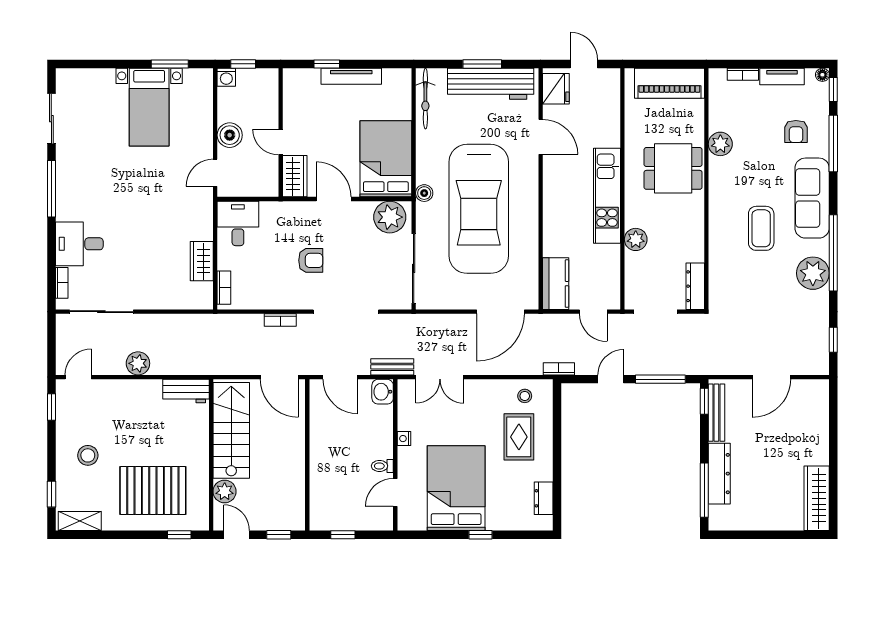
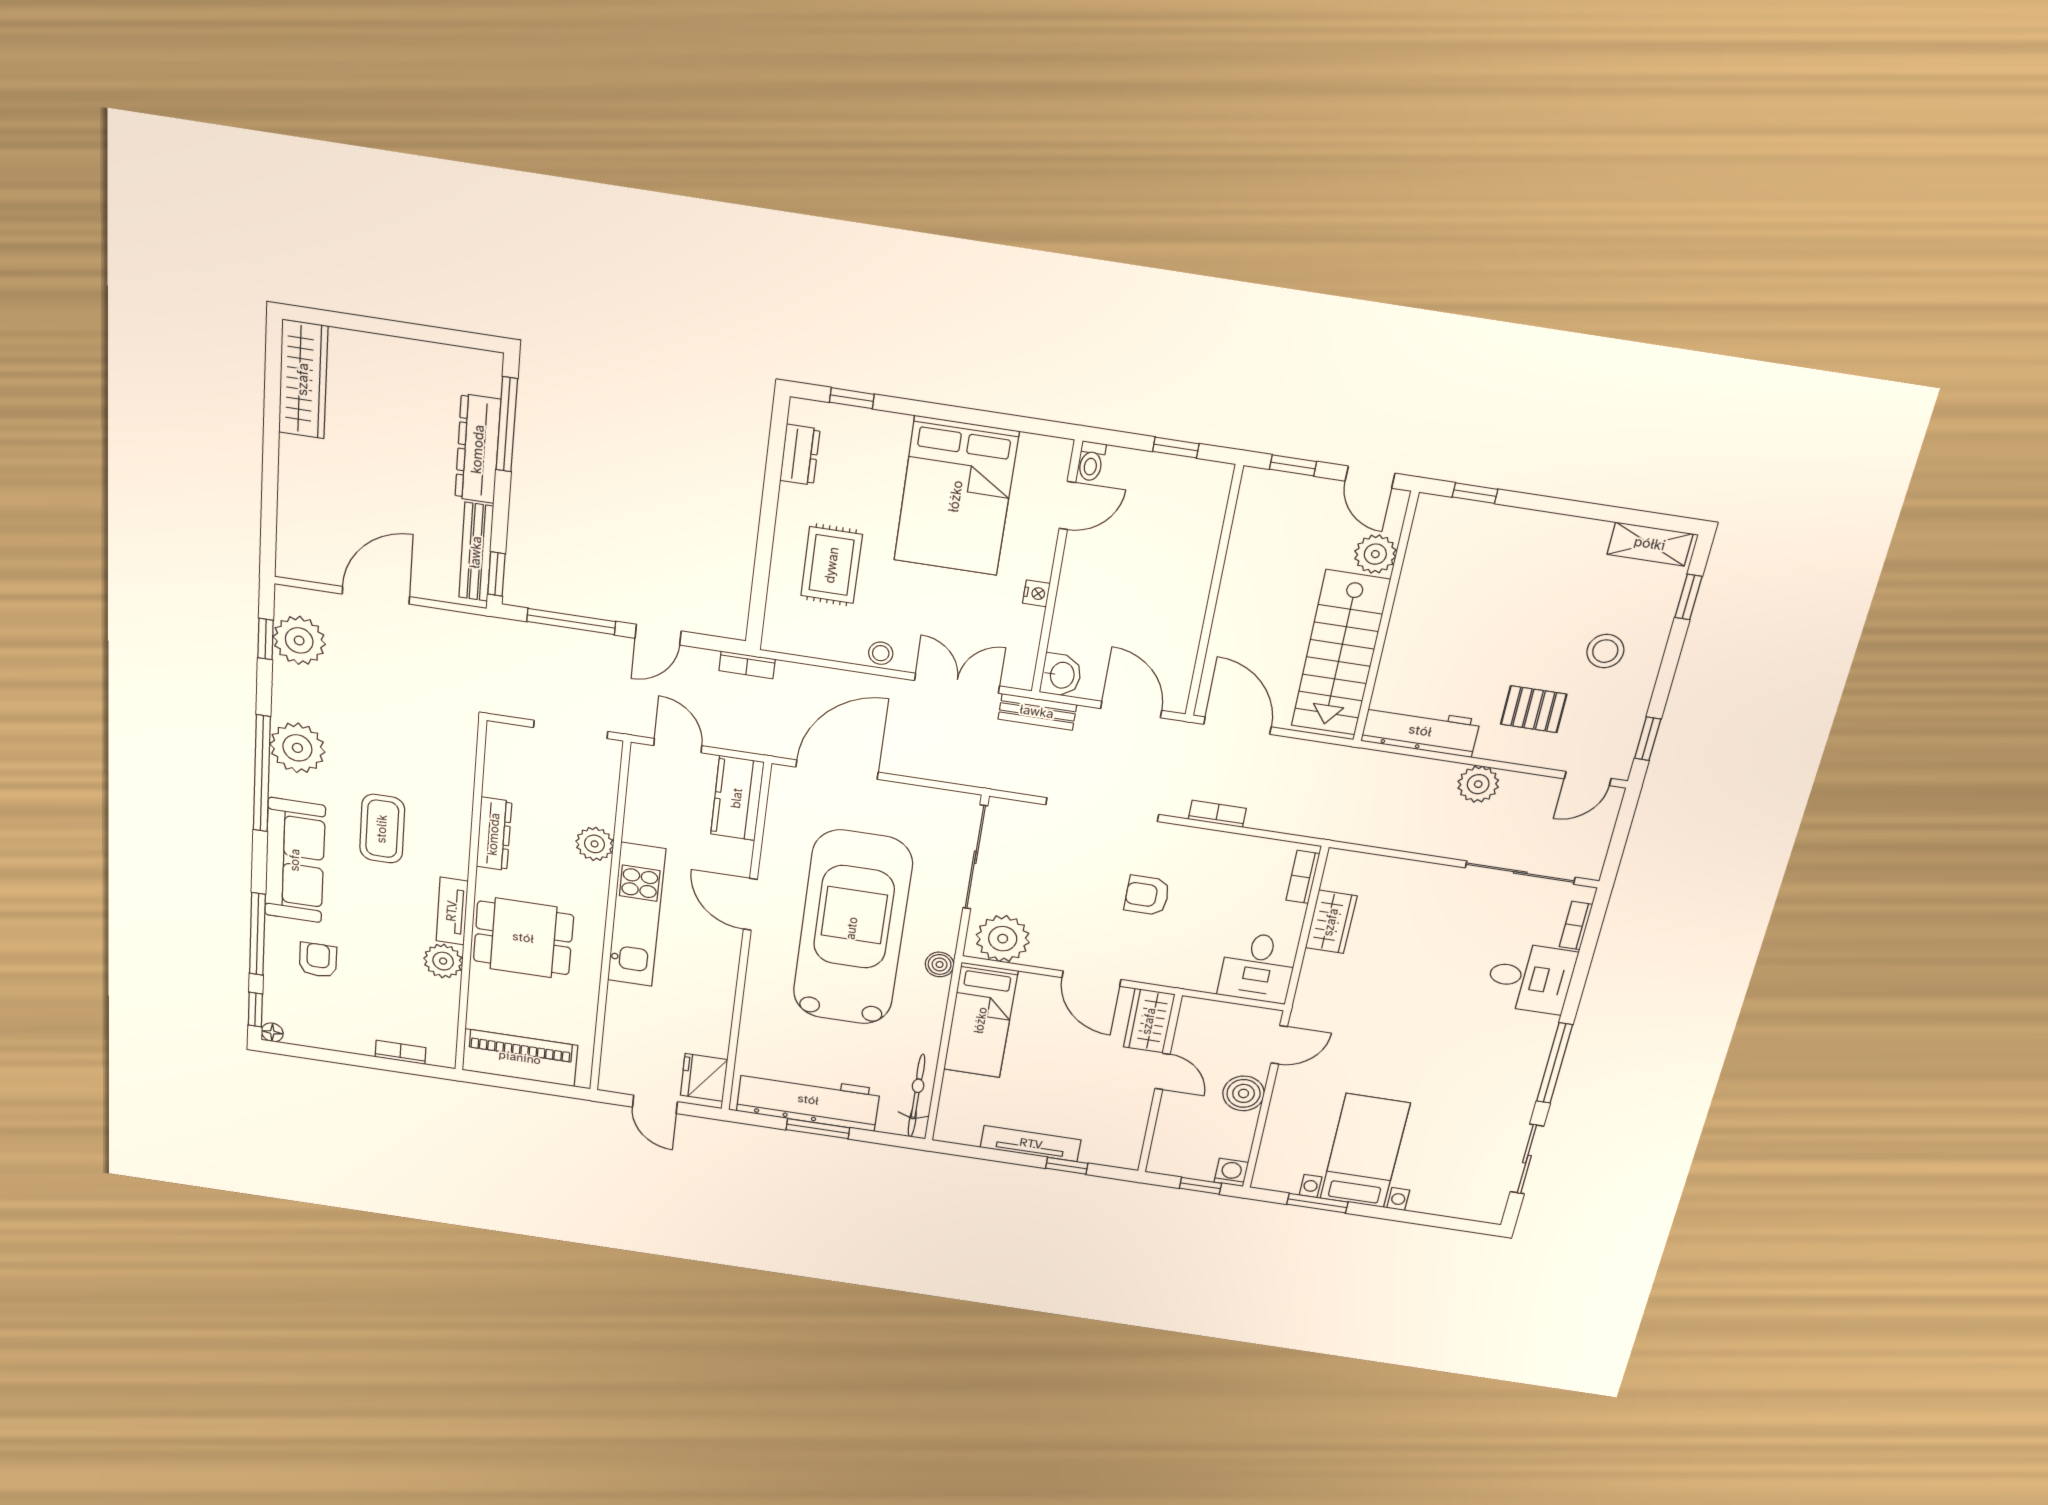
tv unit: (782, 76) -> (452, 911), moved, turned -90
door: (541, 137) -> (750, 904), moved
bed: (386, 159) -> (981, 1020), width x0.67
dresser: (695, 286) -> (494, 834), moved
plant: (814, 342) -> (299, 640), added
workbench: (186, 391) -> (1420, 731), width x1.38
stool: (525, 396) -> (881, 653), moved
toilet: (382, 466) -> (1091, 461), moved, turned 90
pallet: (153, 490) -> (1534, 709), moved, width x0.49, depth x0.50
window: (480, 535) -> (852, 398), moved

